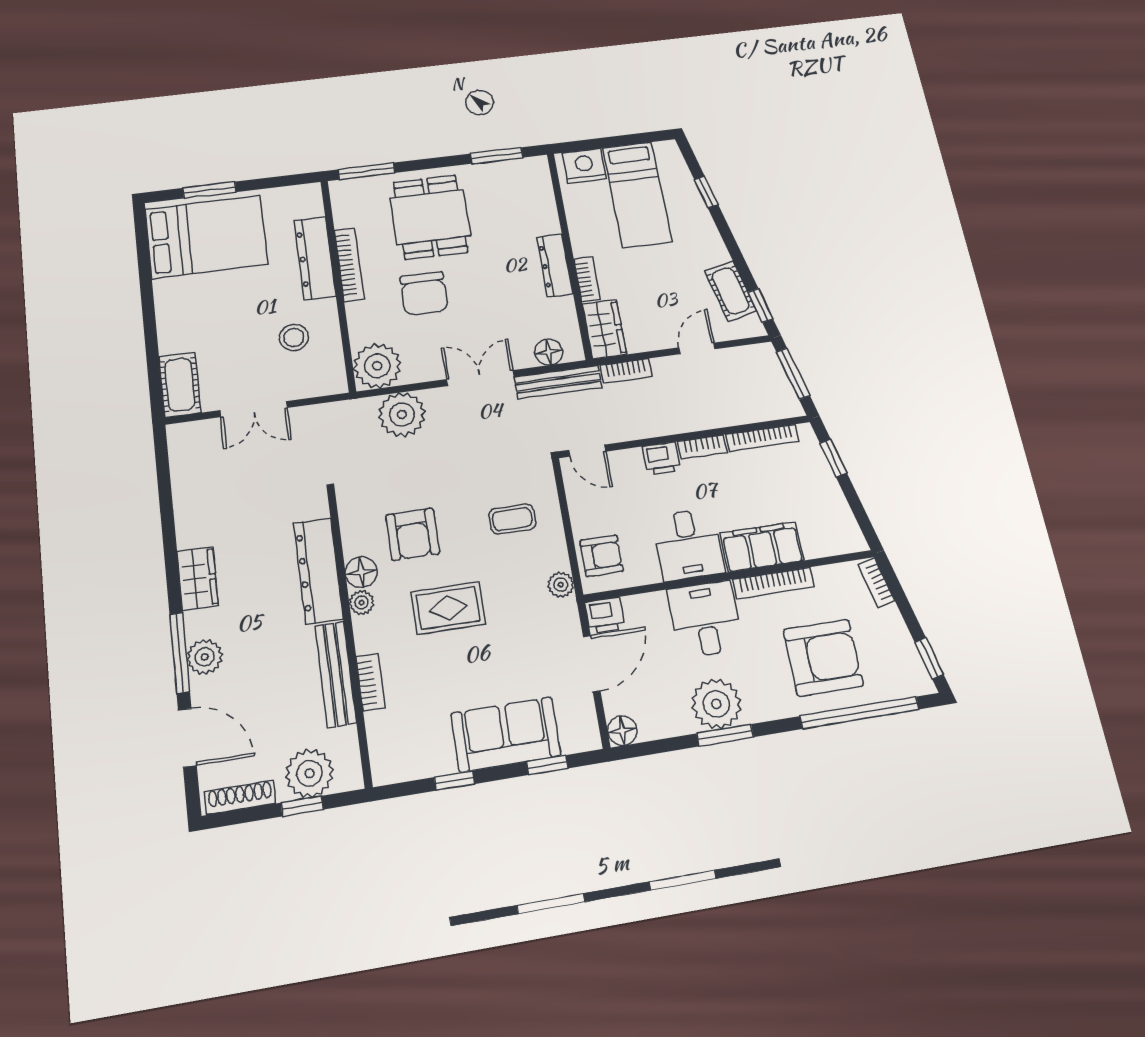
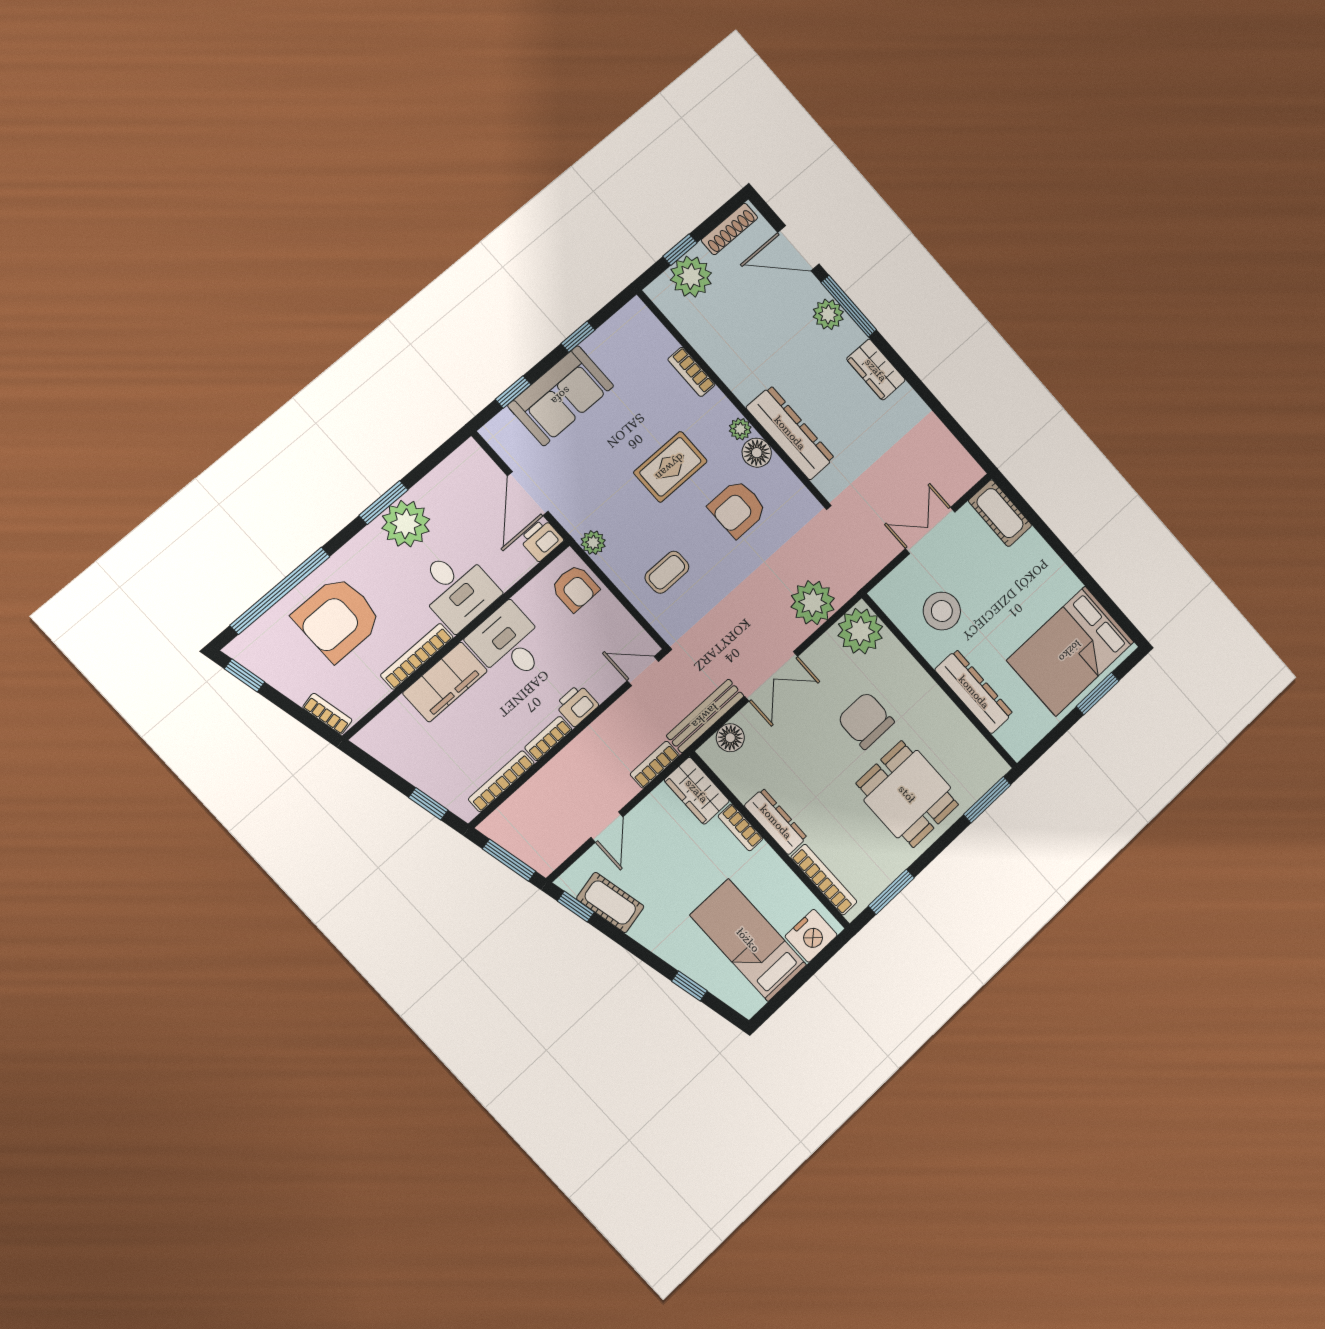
bookcase: (349, 265) -> (824, 880), moved, turned 180
stool: (294, 337) -> (942, 611), width x1.38, depth x1.38
armchair: (413, 534) -> (738, 509), turned -90
armchair: (602, 556) -> (575, 588), turned -90
bench: (336, 674) -> (722, 362), removed
floor lamp: (622, 731) -> (470, 455), removed

